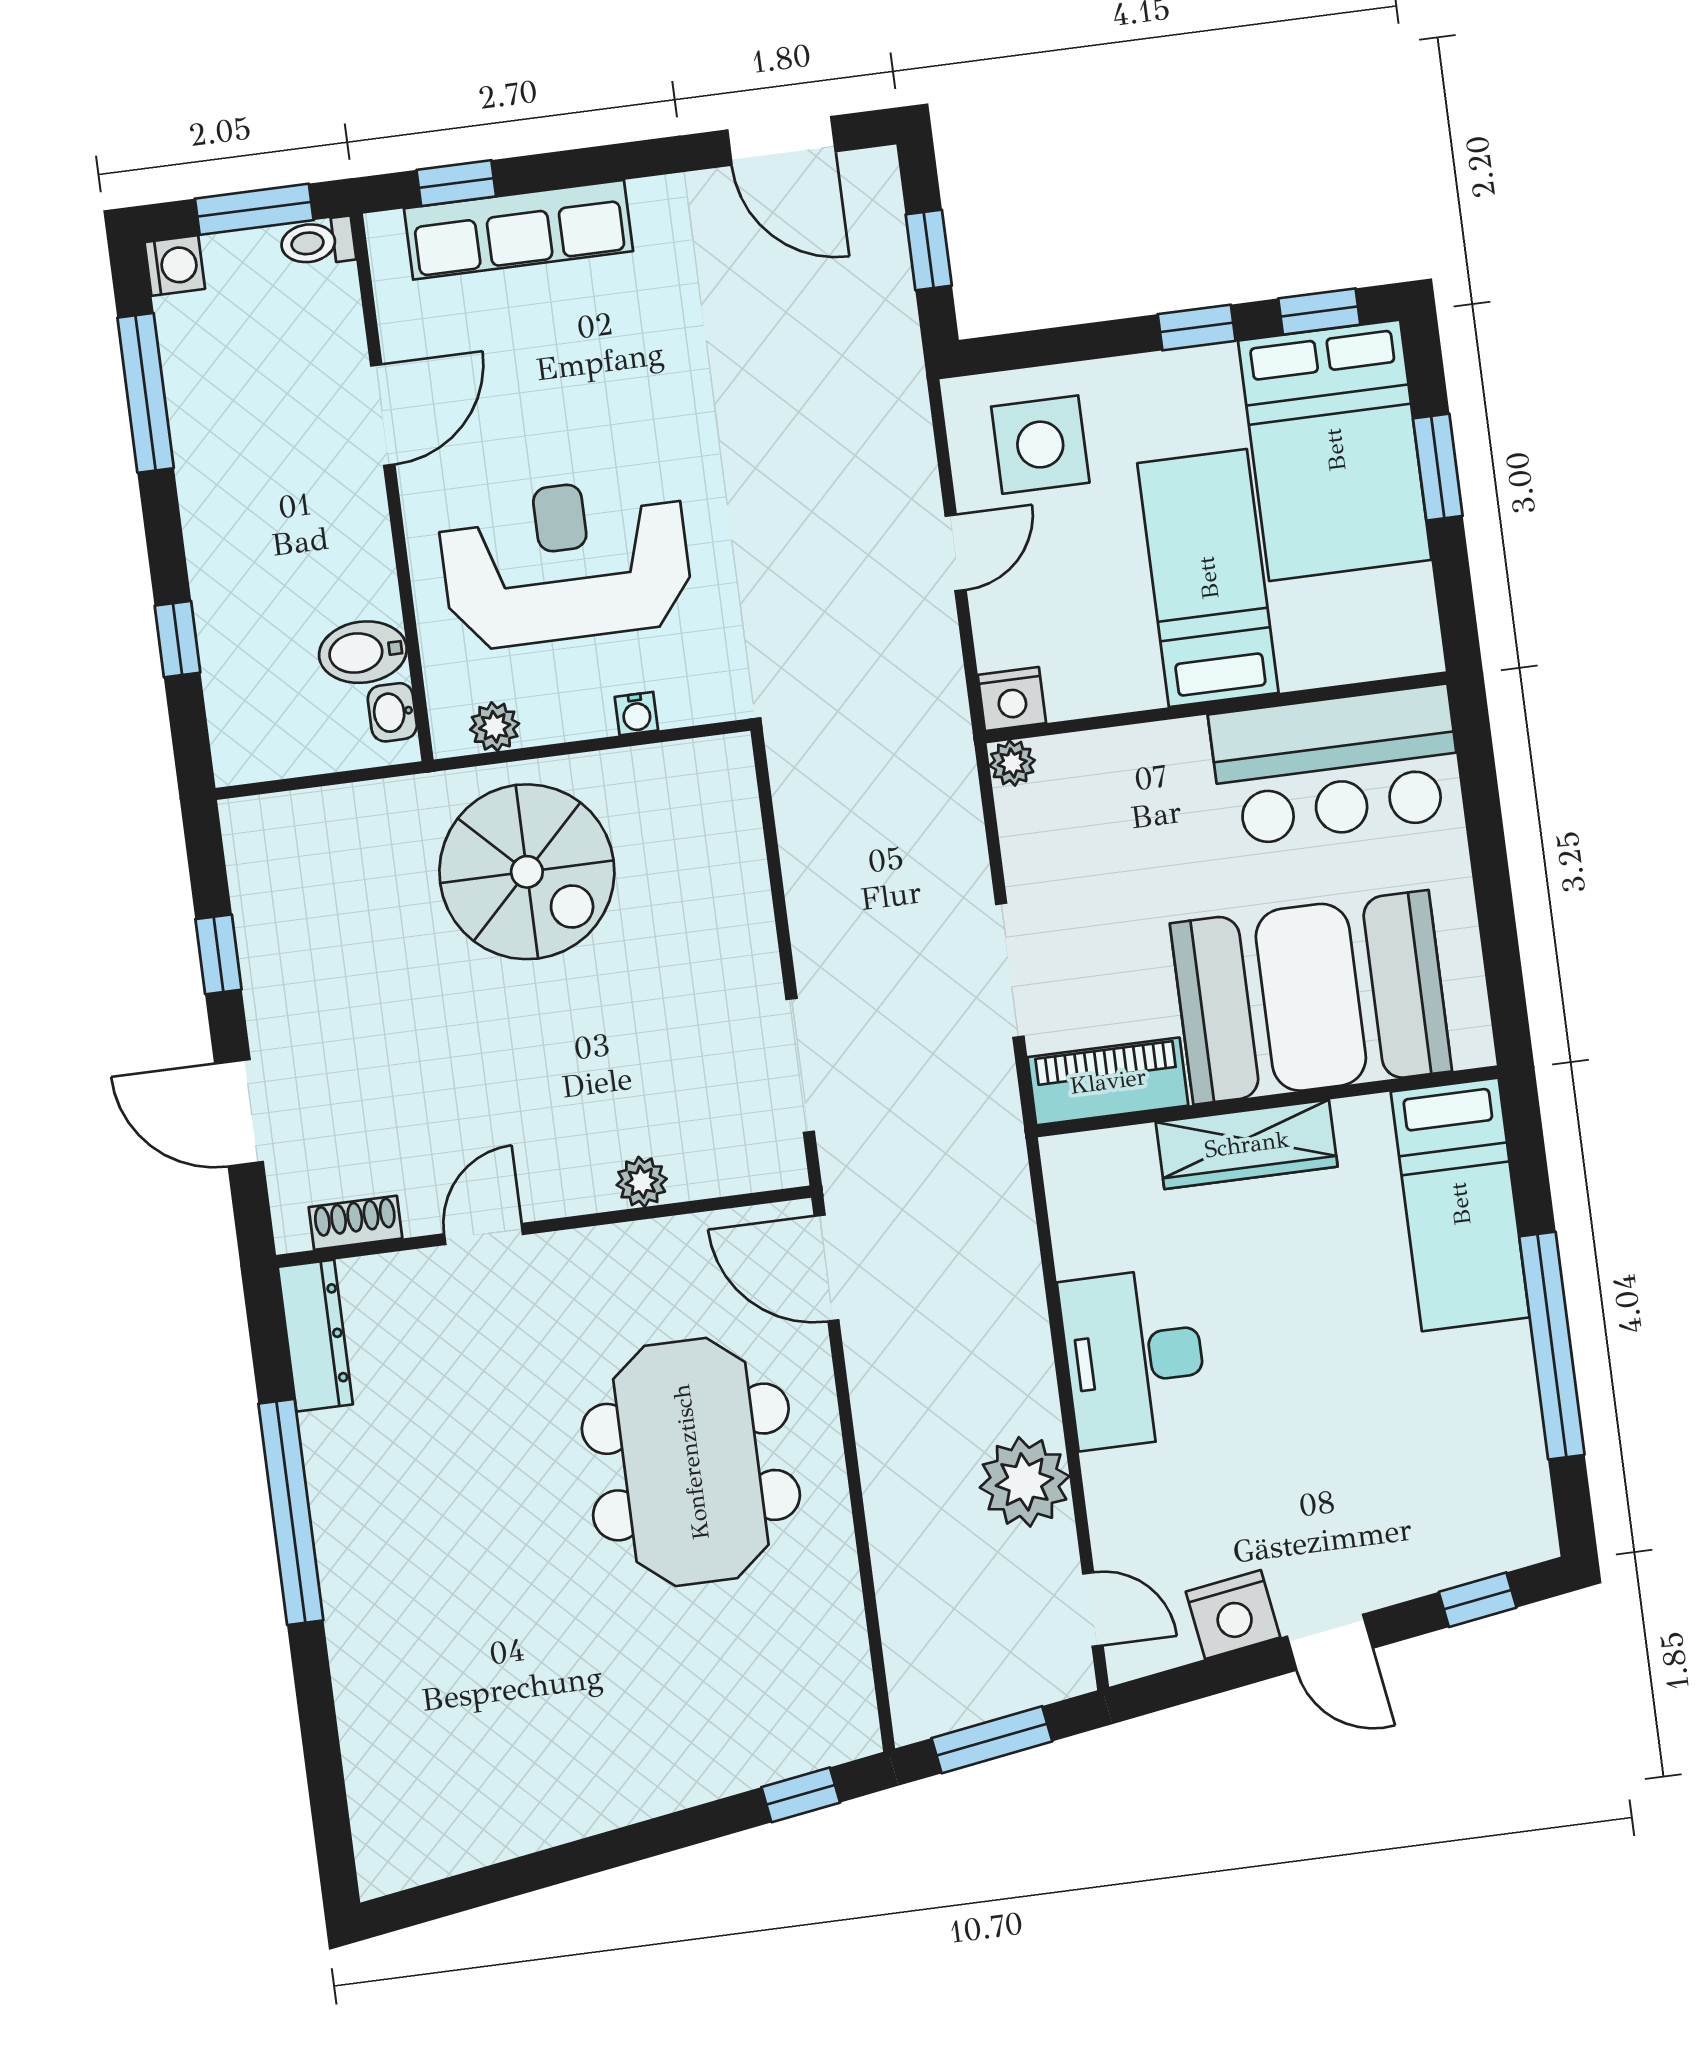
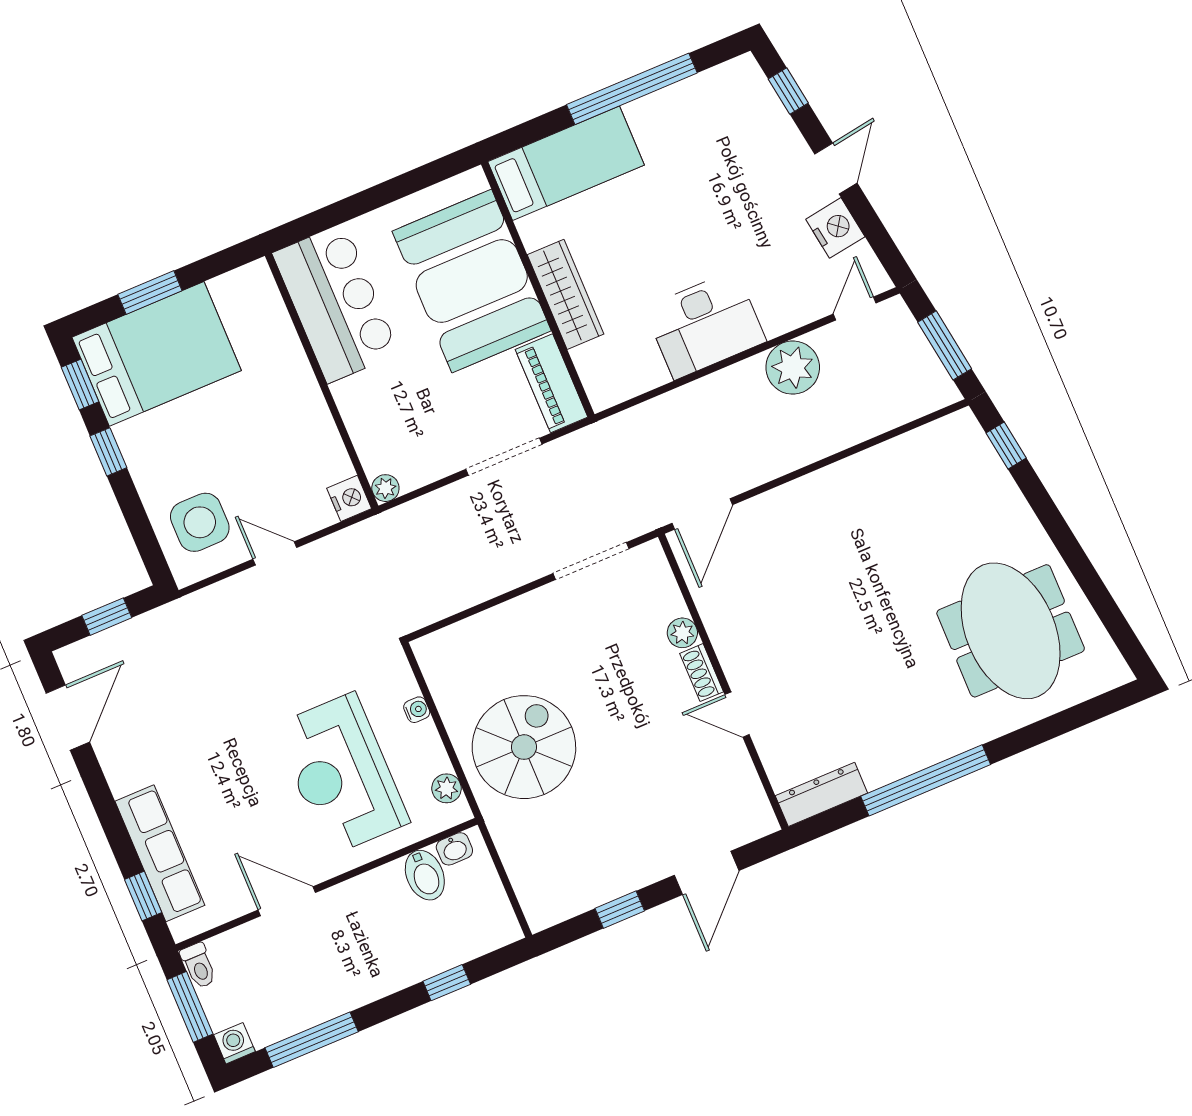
bed: (1208, 578) -> (249, 406), removed
shoe rack: (356, 1223) -> (702, 673), moved
meeting table: (691, 1462) -> (1011, 631), moved, turned 90

